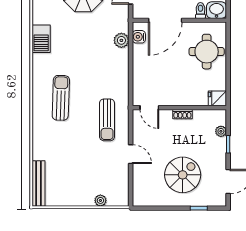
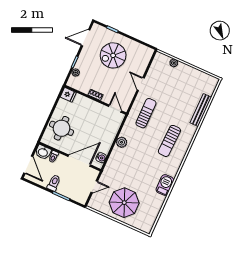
plant: (121, 40) -> (122, 142), moved
bench: (38, 183) -> (201, 110), moved

